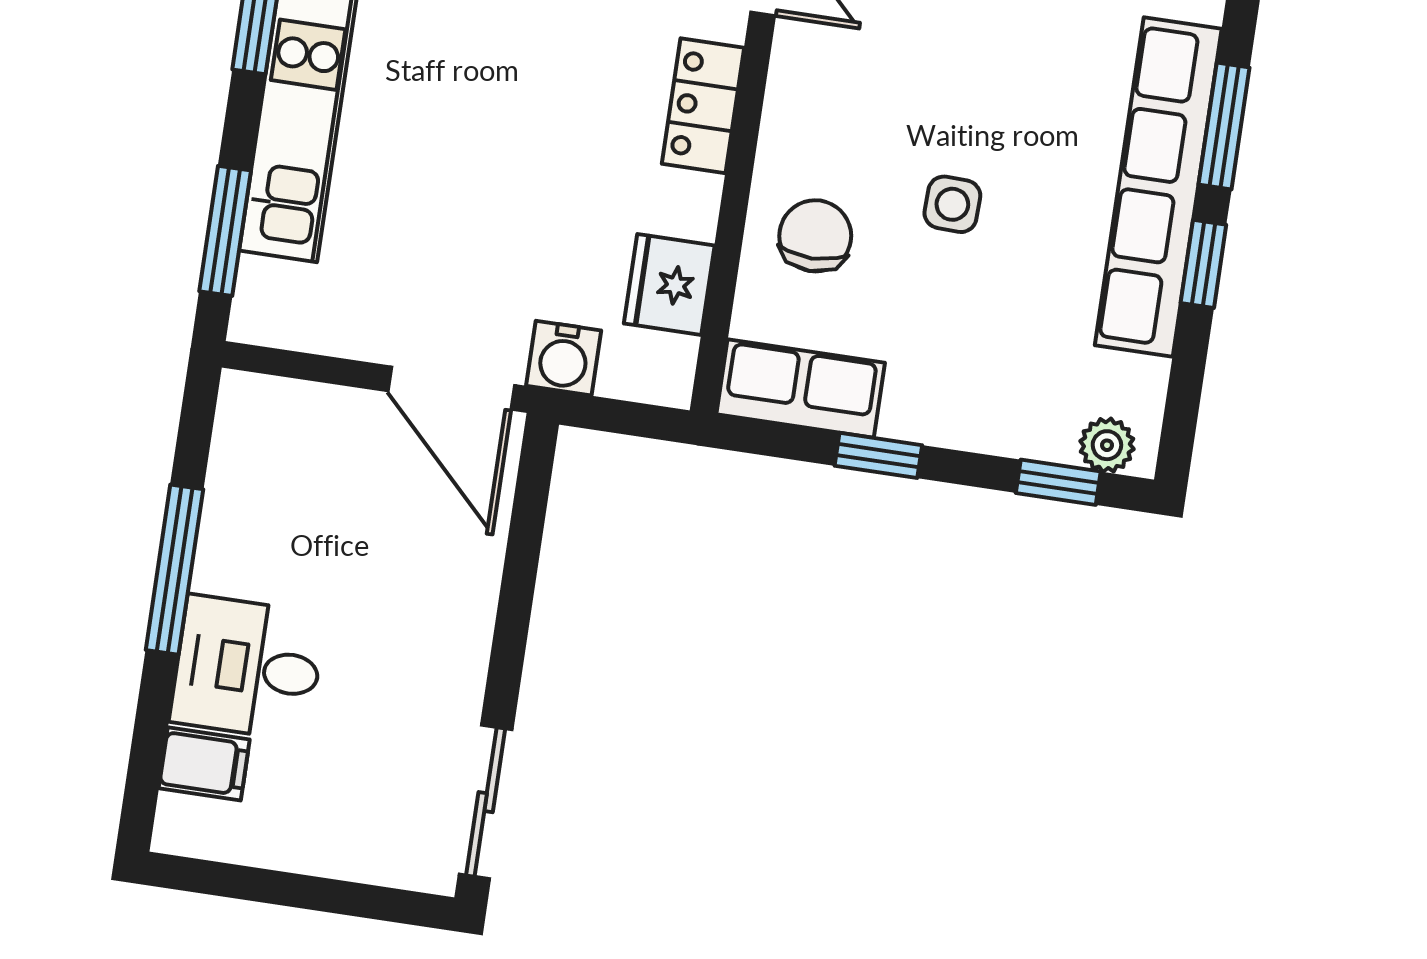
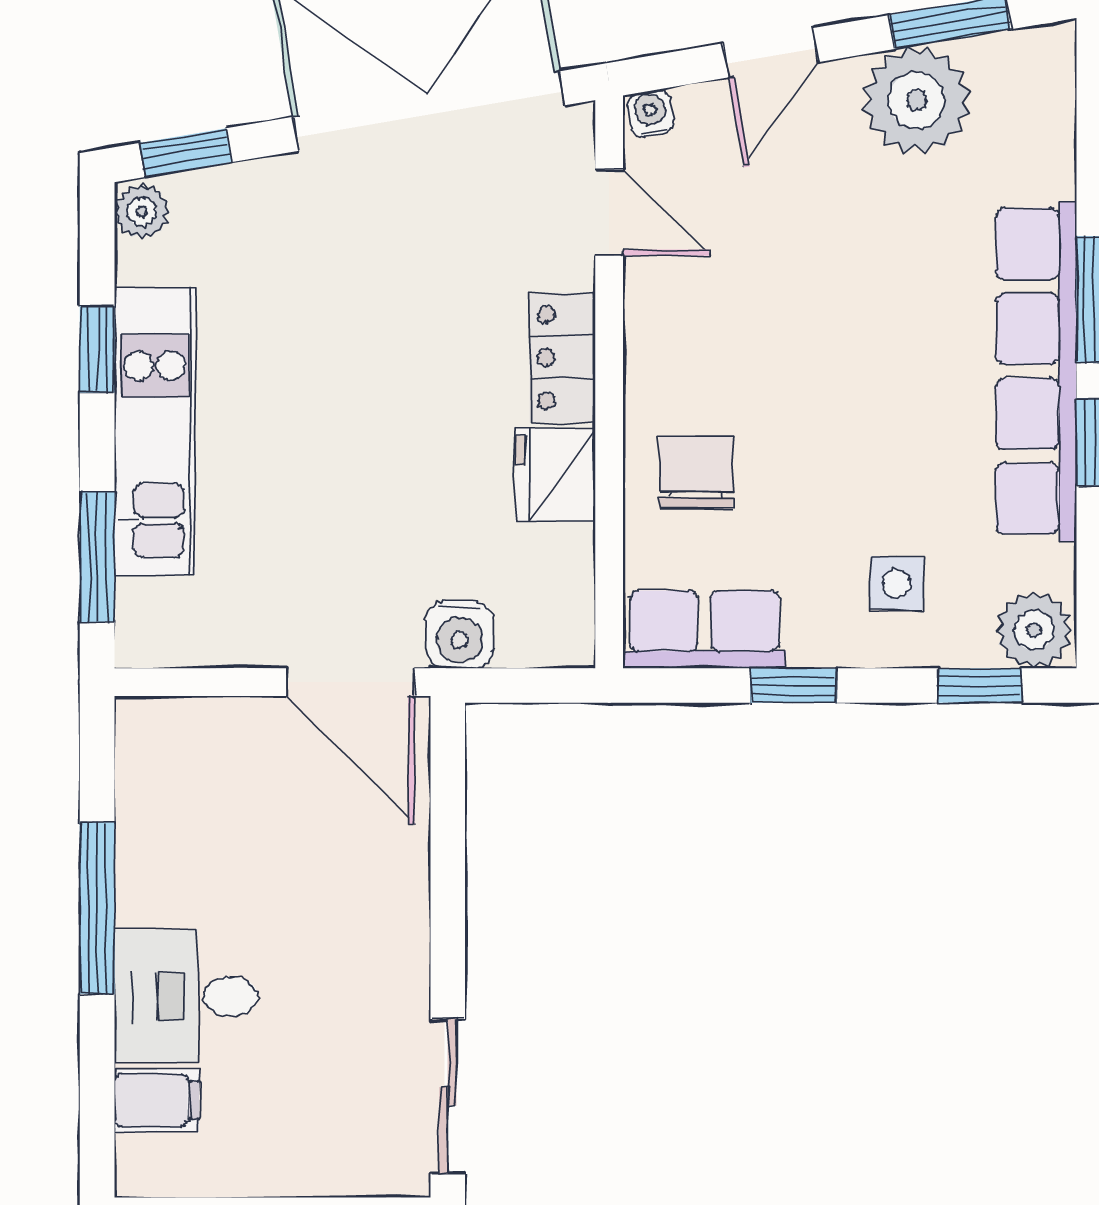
side table: (952, 204) -> (897, 584), moved
fridge: (669, 284) -> (555, 475), moved
plant: (1107, 445) -> (1034, 630), width x1.38, depth x1.38

